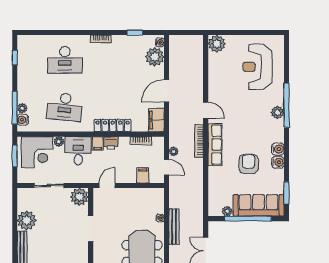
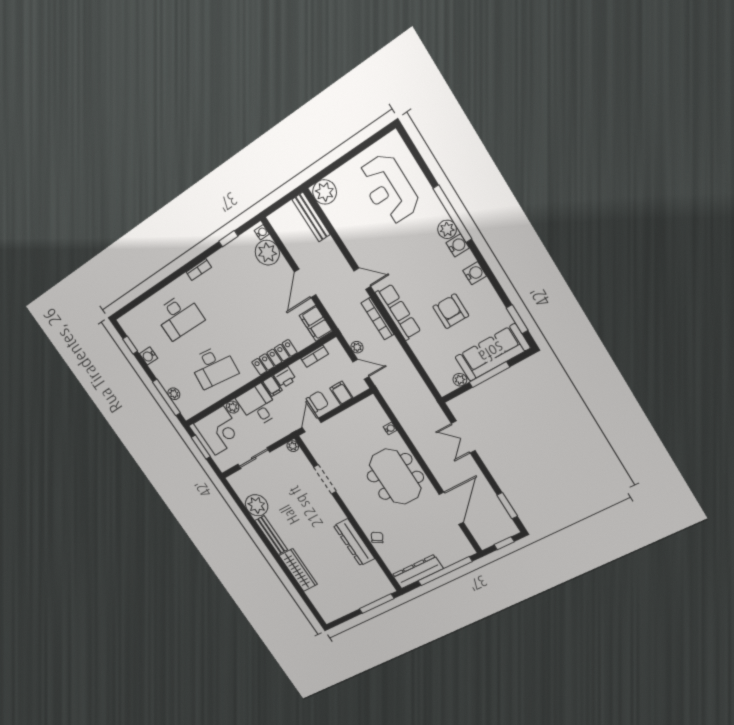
water cooler: (23, 120) -> (149, 356), moved
water cooler: (278, 162) -> (458, 245), moved
chair: (122, 172) -> (317, 402), added
plant: (79, 197) -> (293, 446), width x0.53, depth x0.53
window: (248, 219) -> (489, 375), width x0.68
bench: (174, 227) -> (311, 217), moved

